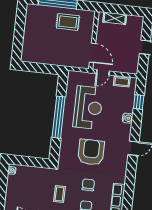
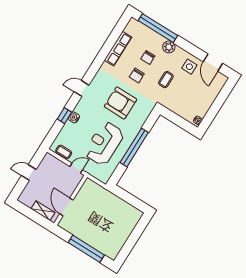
rug: (68, 22) -> (86, 227), removed
door: (92, 53) -> (66, 207), moved
window: (139, 102) -> (64, 116), moved
armchair: (91, 152) -> (120, 103), turned 90

